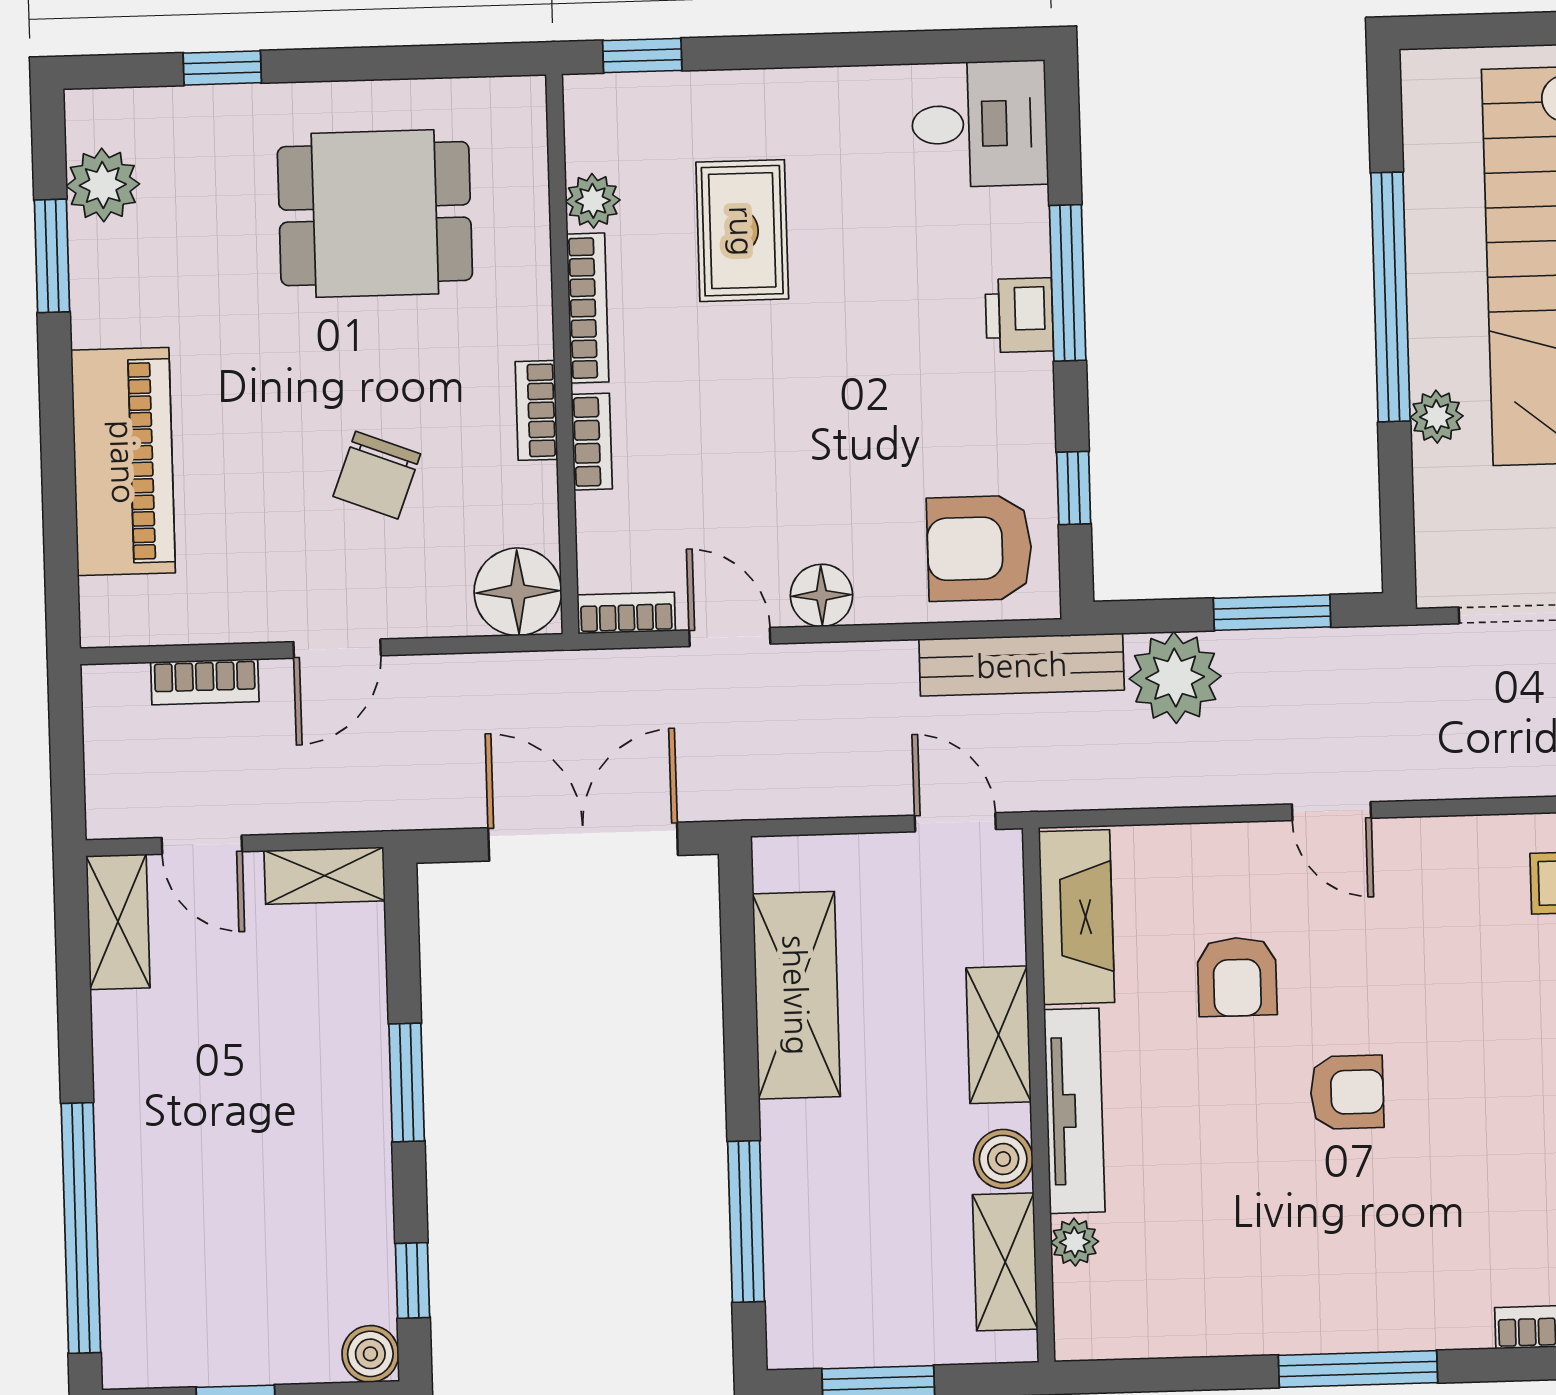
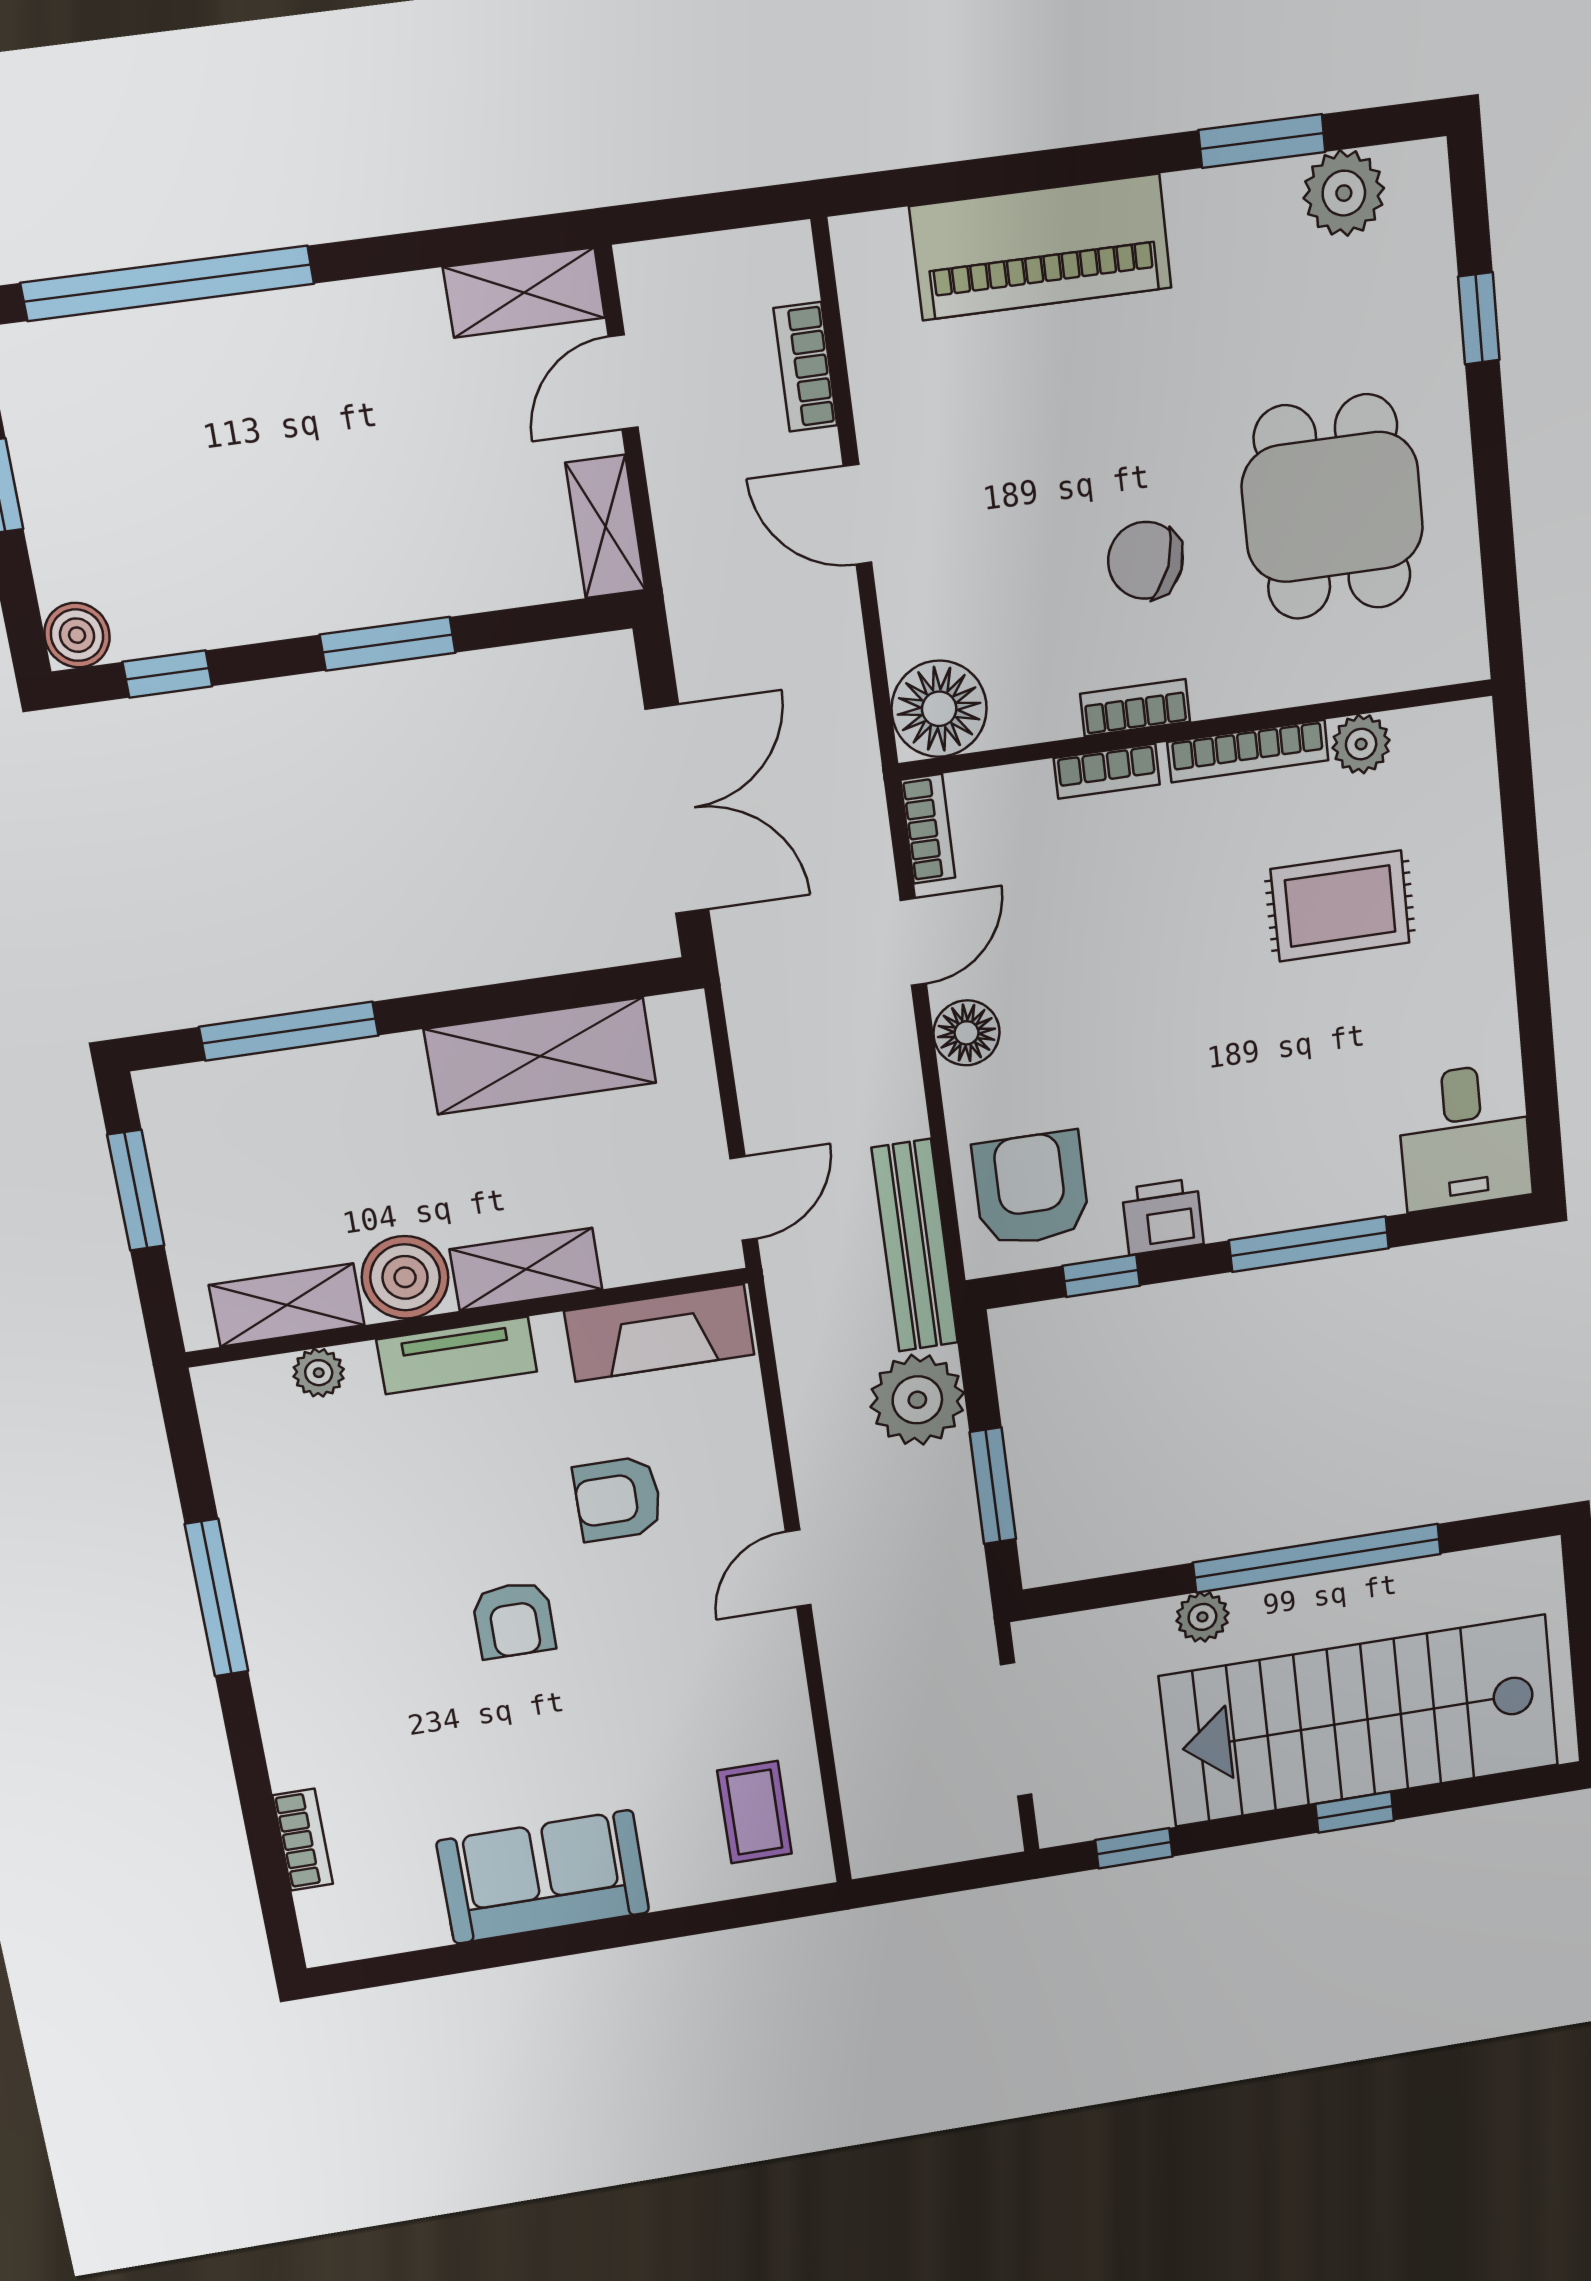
window: (642, 55) -> (1516, 780), removed
printer: (1019, 315) -> (1163, 1217), moved
chair: (377, 475) -> (1145, 560), moved
tv unit: (1074, 1111) -> (457, 1355), width x0.71
boiler: (1003, 1159) -> (405, 1277), width x1.36, depth x1.36
window: (1358, 1369) -> (217, 1598), moved

